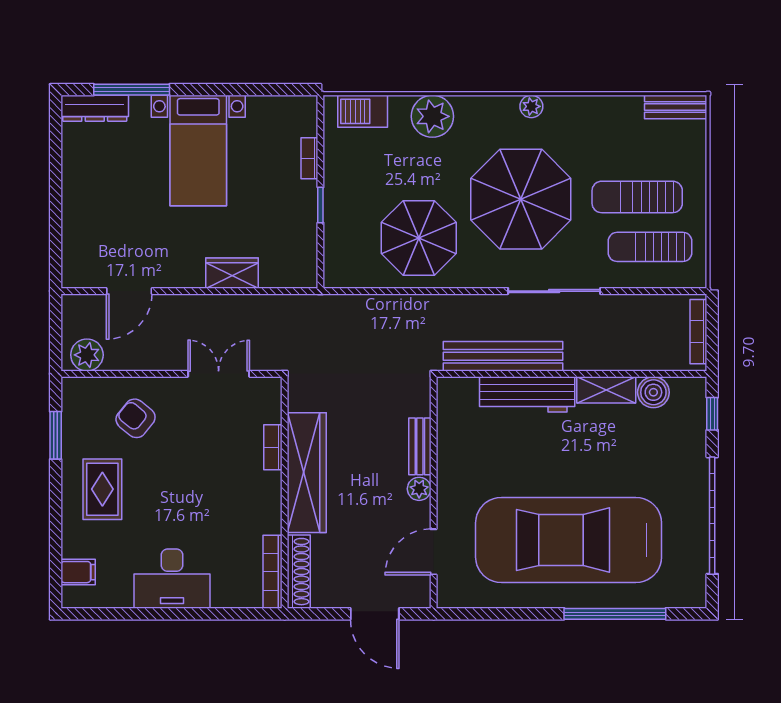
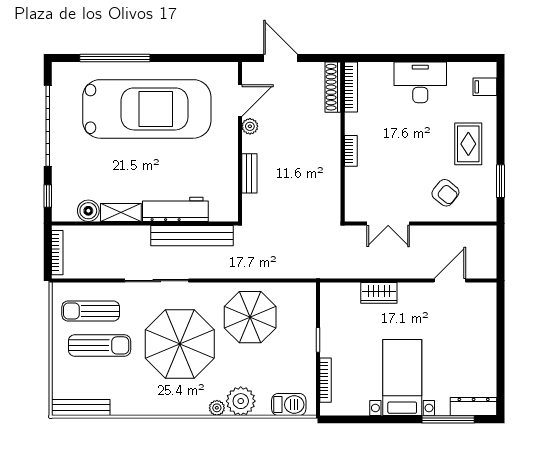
plant: (531, 106) -> (217, 408), moved
bench: (676, 107) -> (81, 407), width x1.36
bookcase: (309, 158) -> (325, 380), width x1.56
sun lounger: (650, 247) -> (91, 311), turned 180
plant: (87, 355) -> (479, 236), removed
bookcase: (273, 447) -> (351, 151), moved
wardrobe: (307, 473) -> (327, 155), removed
plant: (419, 489) -> (250, 126), moved

